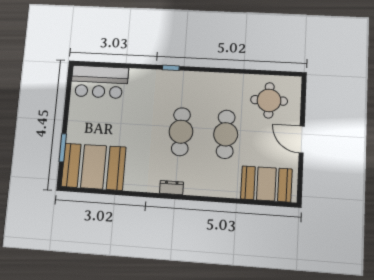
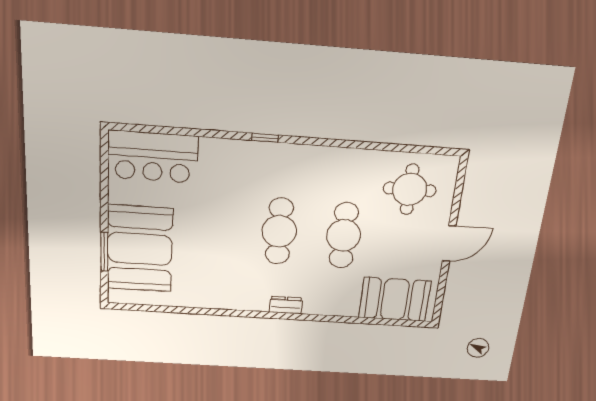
door: (302, 140) -> (449, 243), swing flipped
booth: (94, 167) -> (140, 249), moved, turned 90
dresser: (171, 188) -> (286, 305), moved

